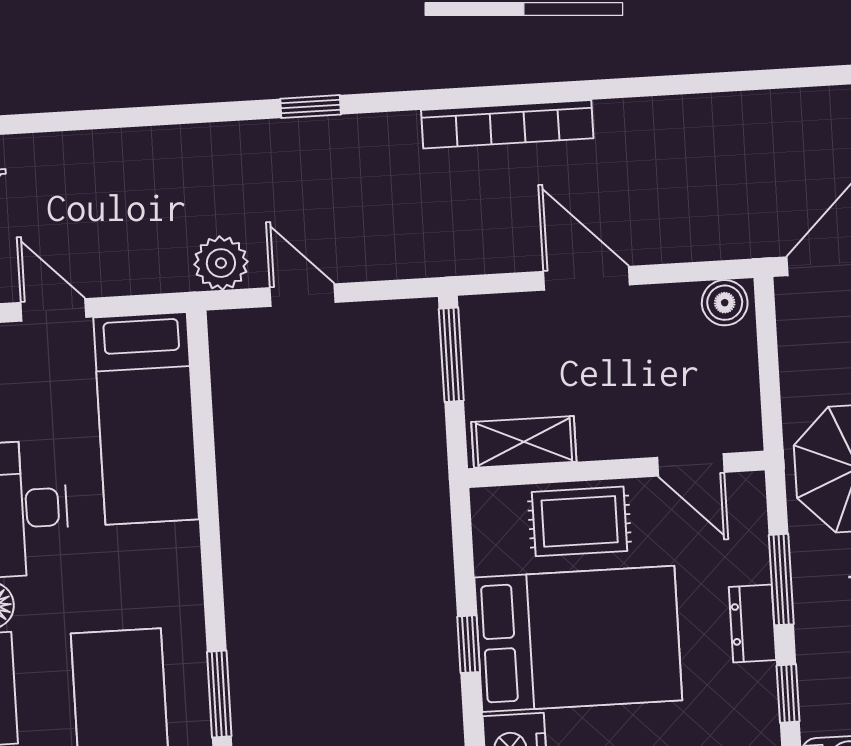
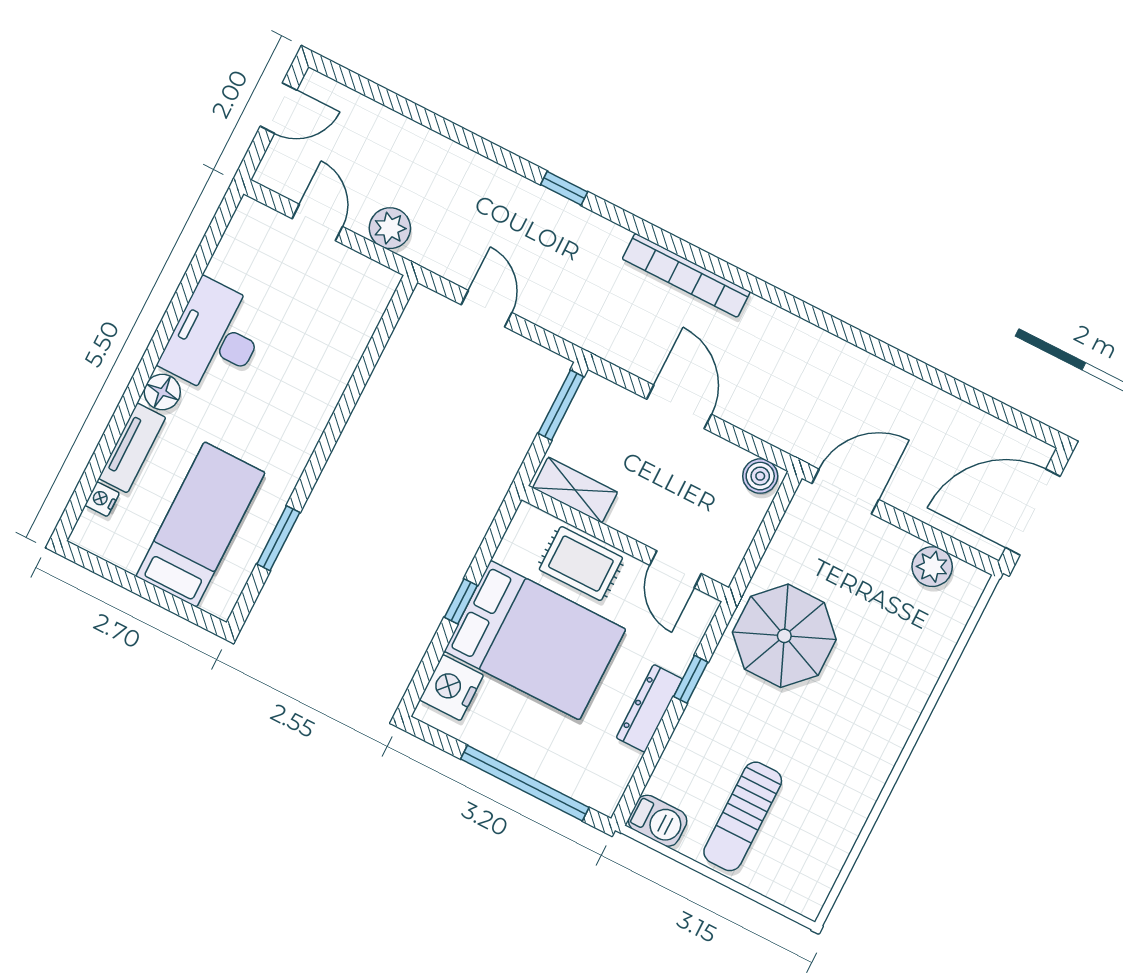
plant: (221, 263) -> (390, 228), moved
bed: (146, 418) -> (336, 329), removed
window: (781, 580) -> (691, 679), width x0.67
dresser: (753, 623) -> (649, 708), width x1.44
window: (788, 694) -> (651, 757), removed

